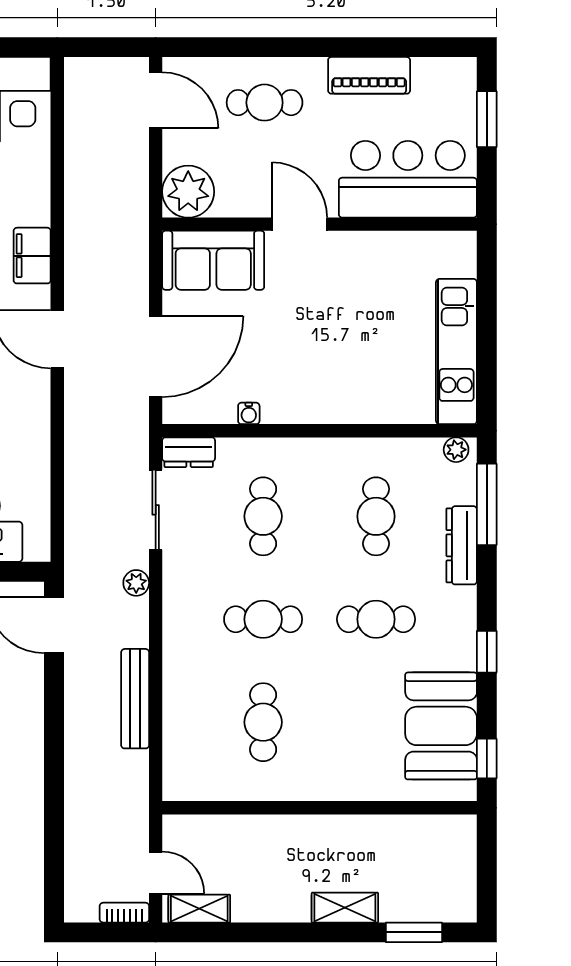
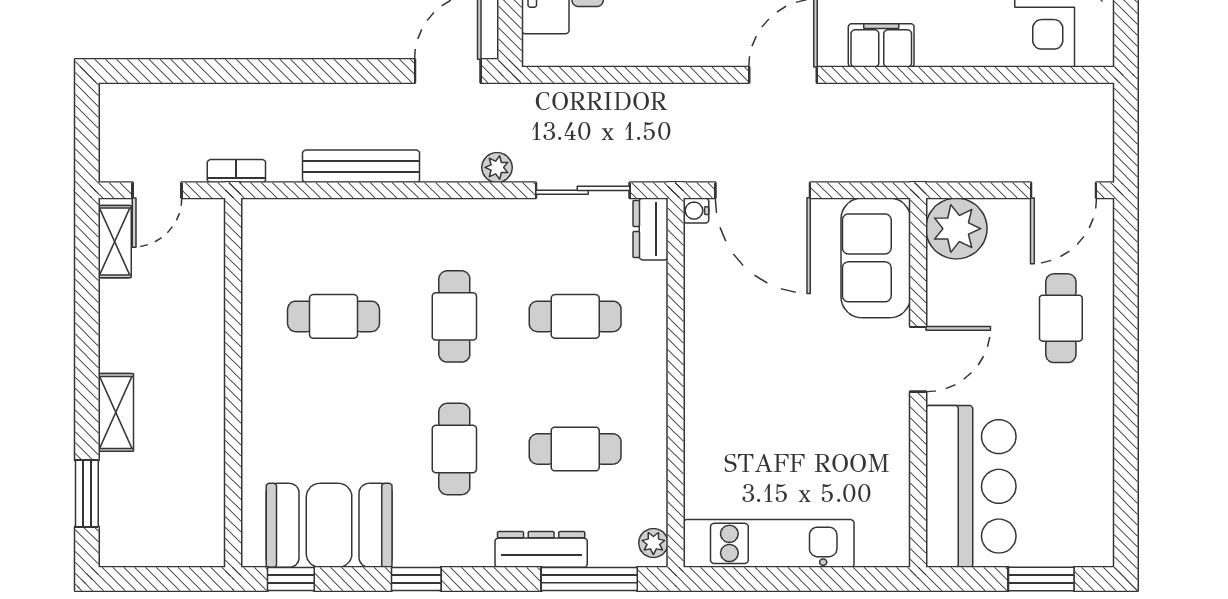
piano: (369, 75) -> (1093, 441), removed
water cooler: (249, 413) -> (696, 211), moved
bookcase: (124, 913) -> (236, 171), moved, turned -90

